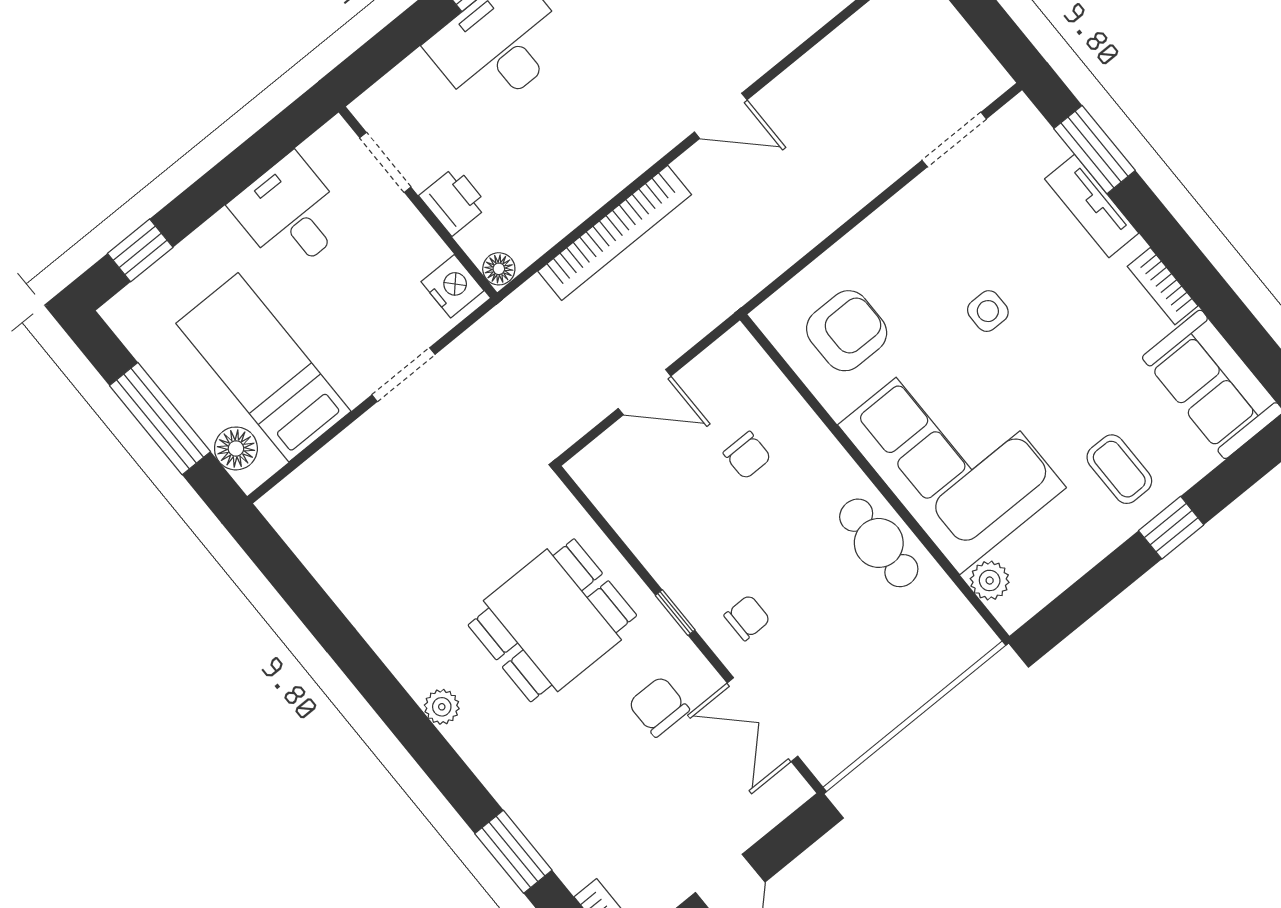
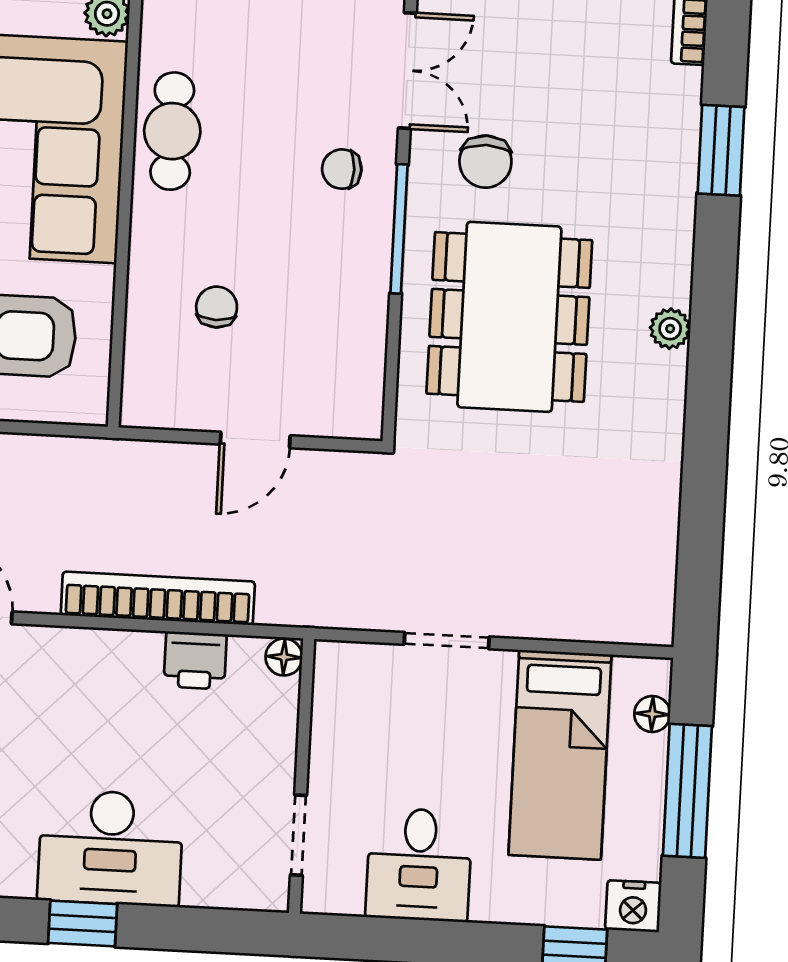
printer: (454, 201) -> (195, 660), moved, turned -90
nightstand: (452, 286) -> (633, 906), moved, turned -90
door: (644, 392) -> (255, 440), swing flipped
floor lamp: (236, 448) -> (652, 714), width x0.73, depth x0.73
window: (675, 613) -> (399, 229), width x2.17
dining table: (552, 620) -> (509, 317), width x1.38

